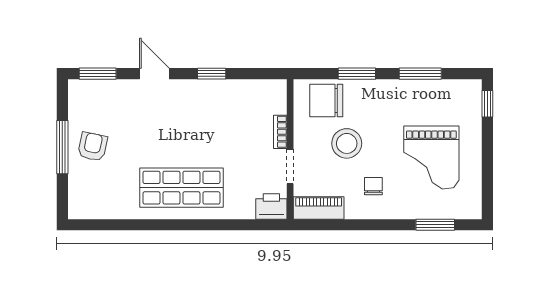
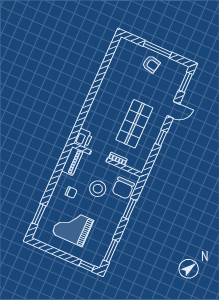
window: (420, 74) -> (111, 251), moved
chair: (326, 100) -> (123, 188), turned 180
shop shelf: (181, 188) -> (134, 124), moved

